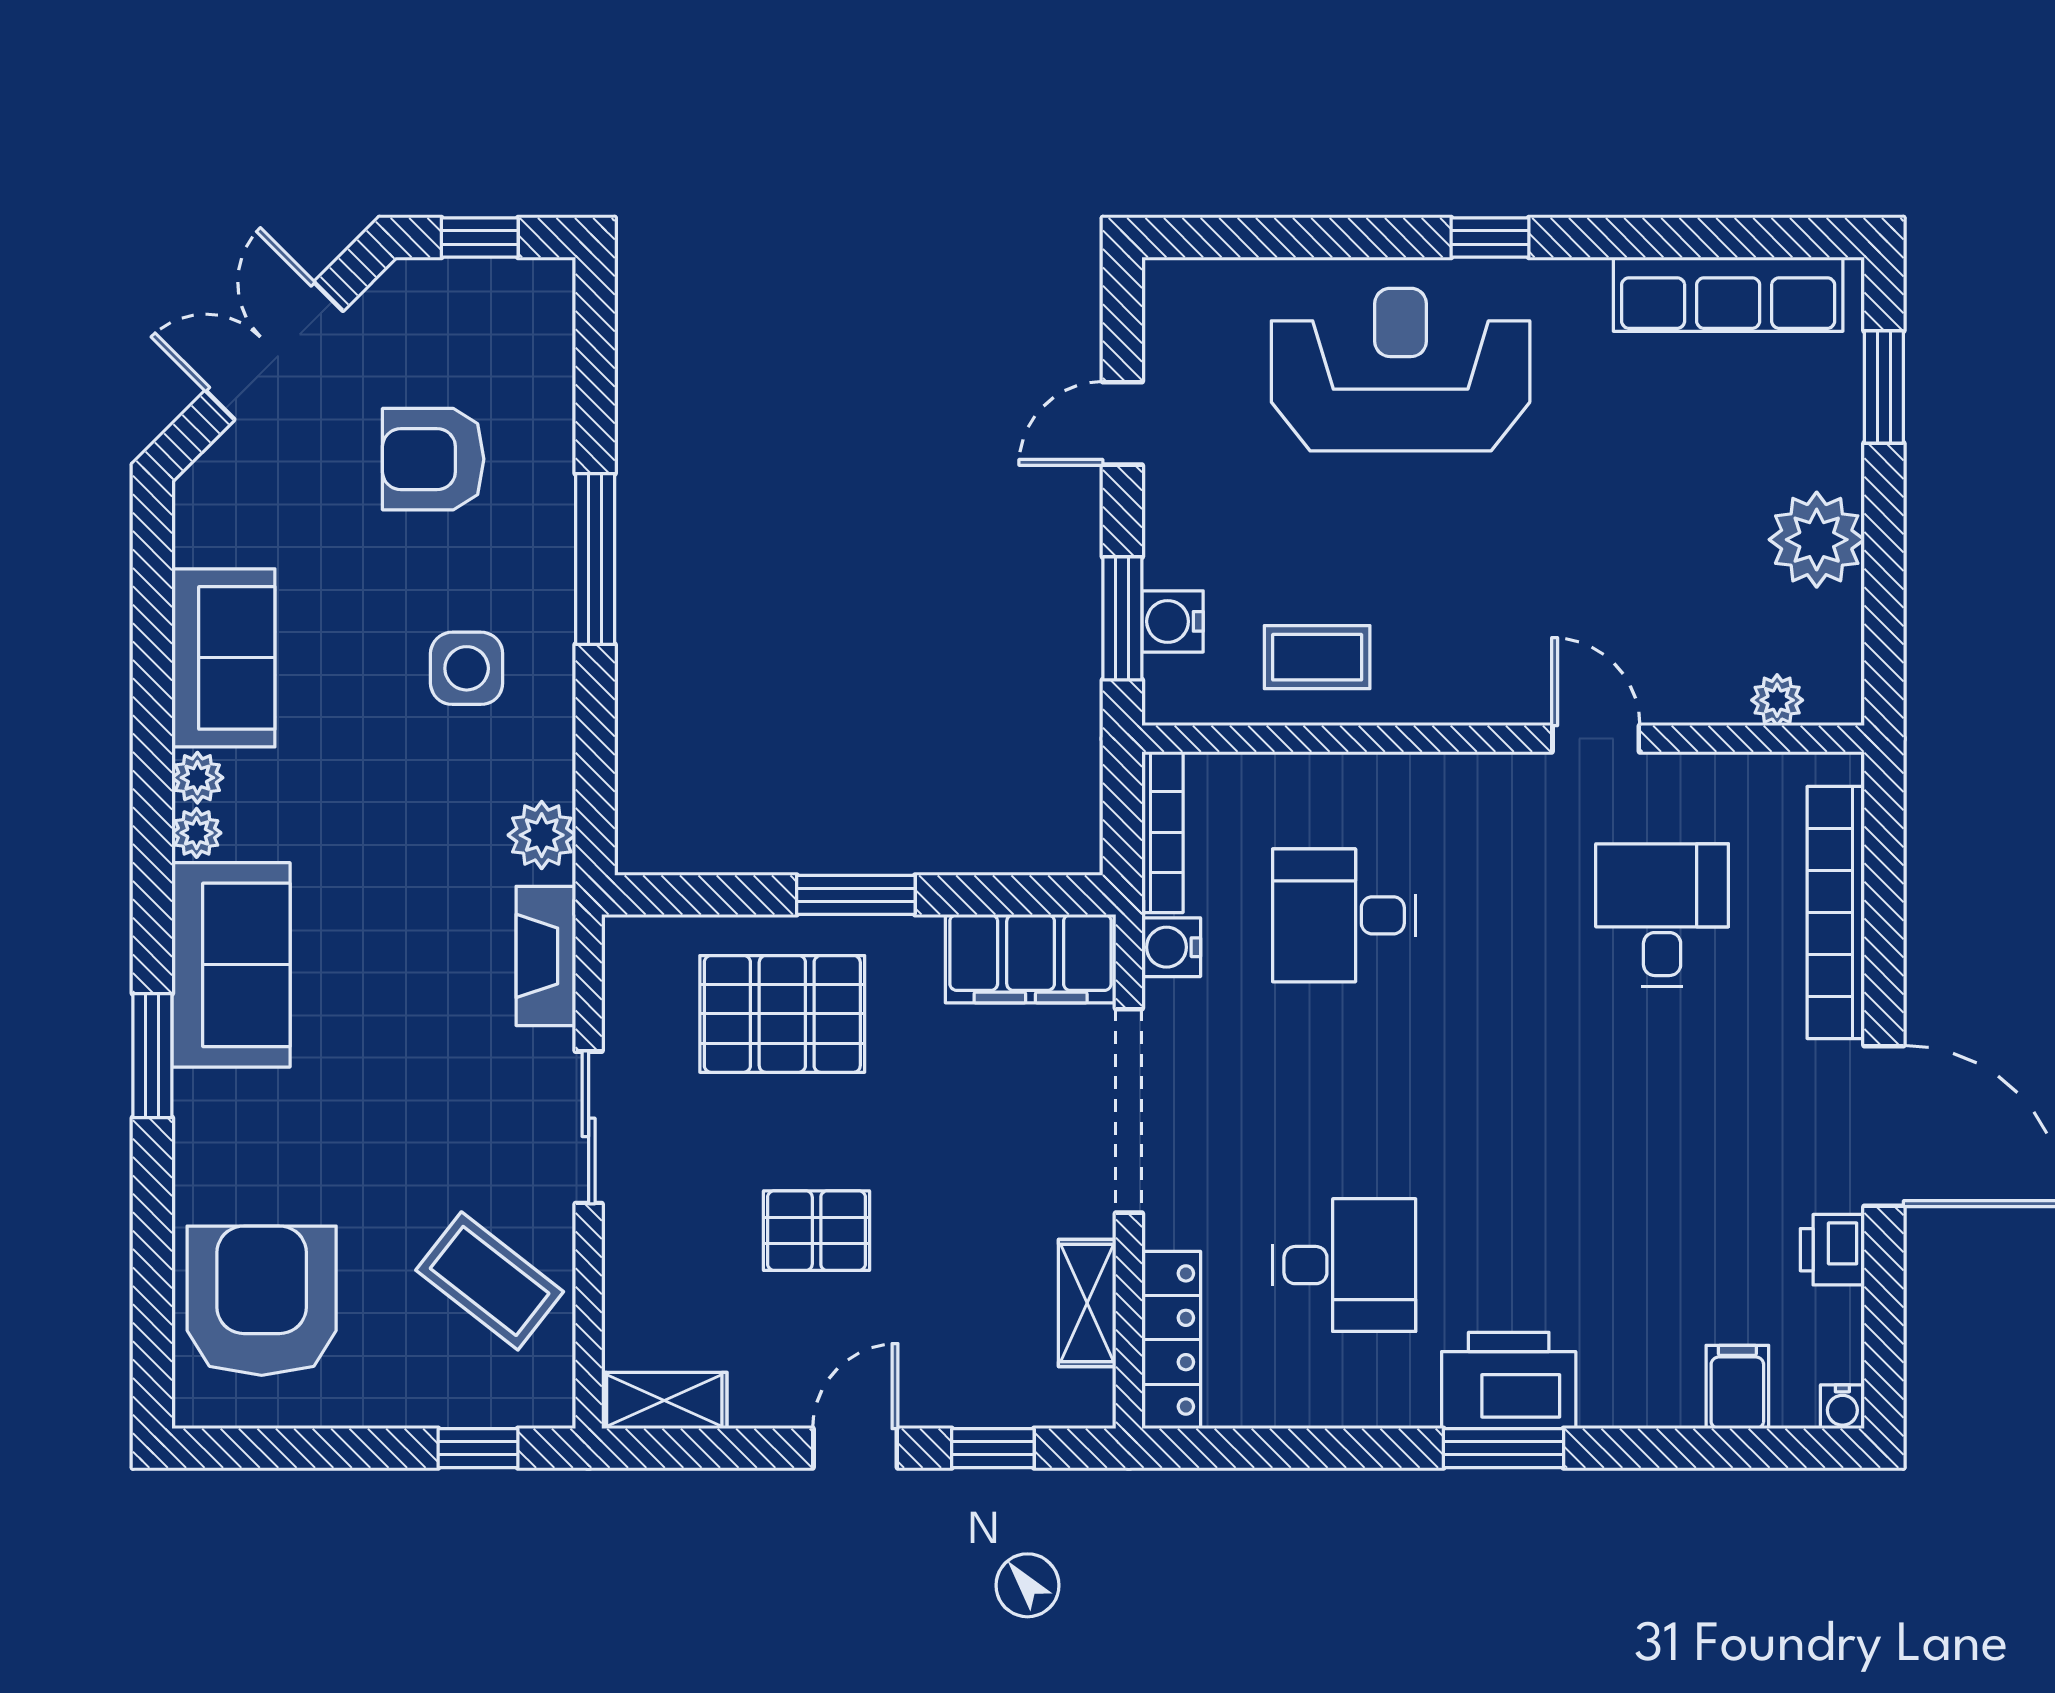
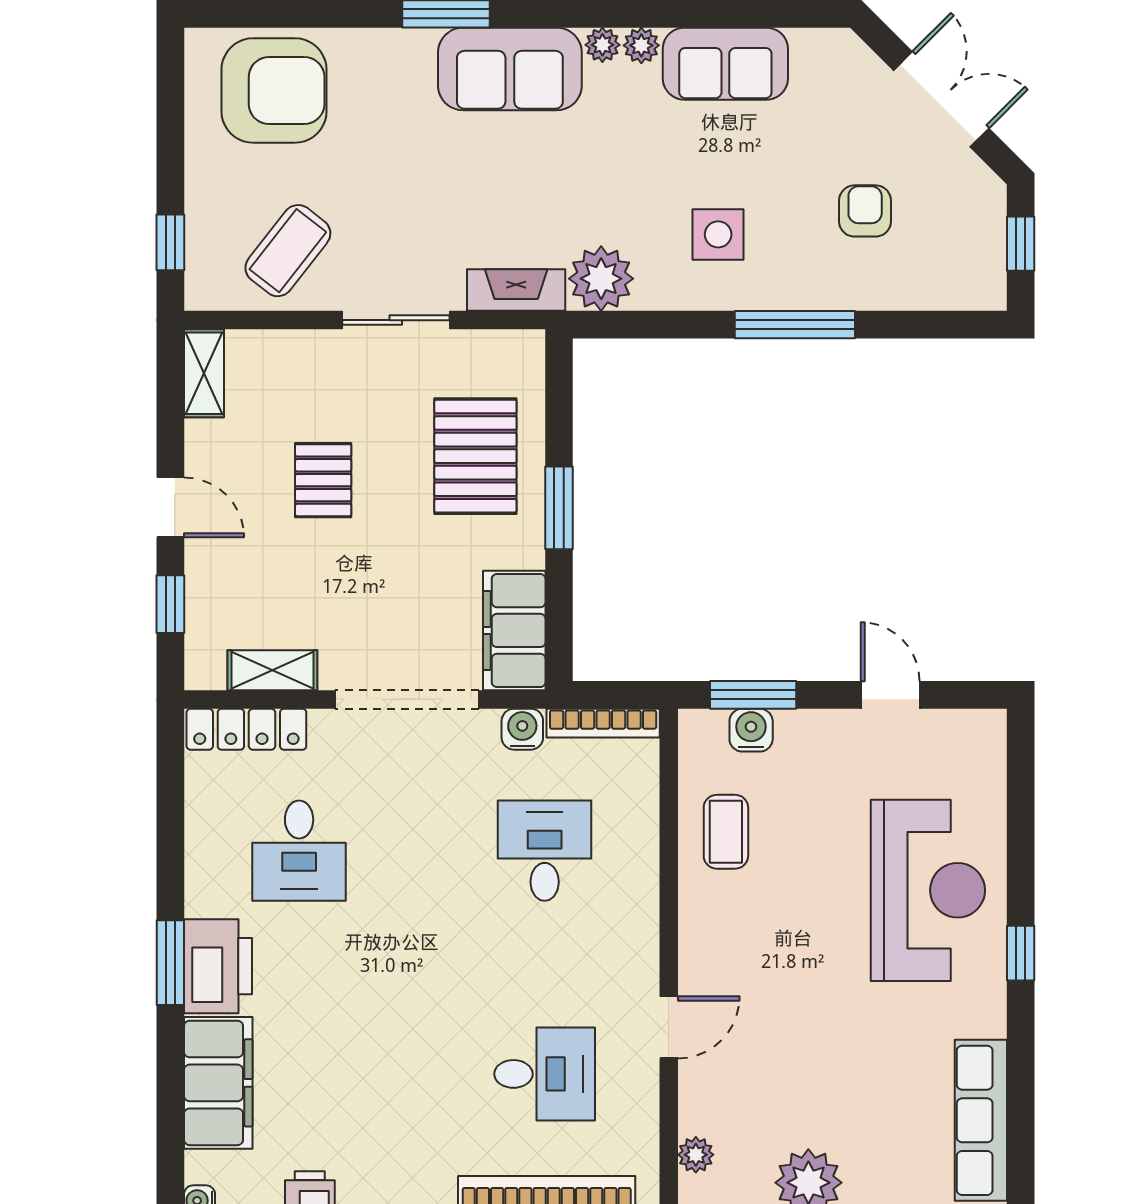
armchair: (433, 459) -> (865, 211), width x0.72, depth x0.72
plant: (542, 835) -> (601, 279), width x1.36, depth x1.36
filing cabinet: (1737, 1387) -> (218, 1083), width x3.00, depth x1.17

